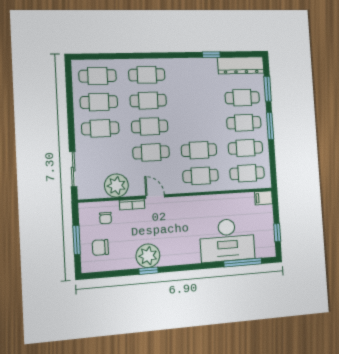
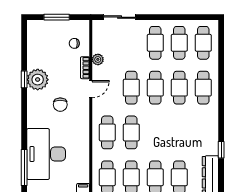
plant: (116, 186) -> (98, 59), width x0.53, depth x0.53
chair: (100, 247) -> (60, 105), moved, turned 180

